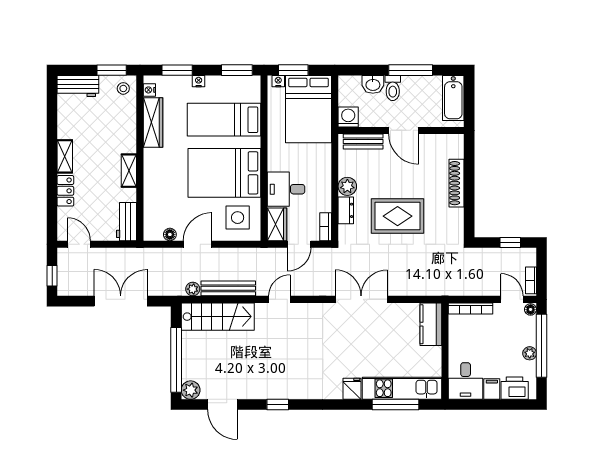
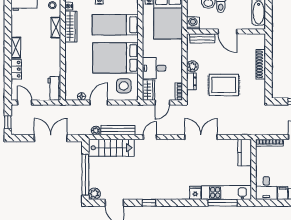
shelving: (129, 171) -> (56, 28), moved

